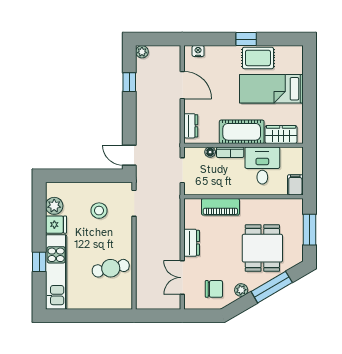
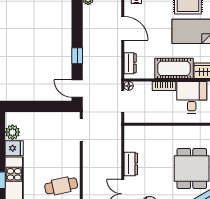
window: (129, 82) -> (77, 56), moved
floor lamp: (210, 152) -> (129, 86), moved
piano: (220, 207) -> (156, 133), removed
stool: (99, 211) -> (51, 136), removed

